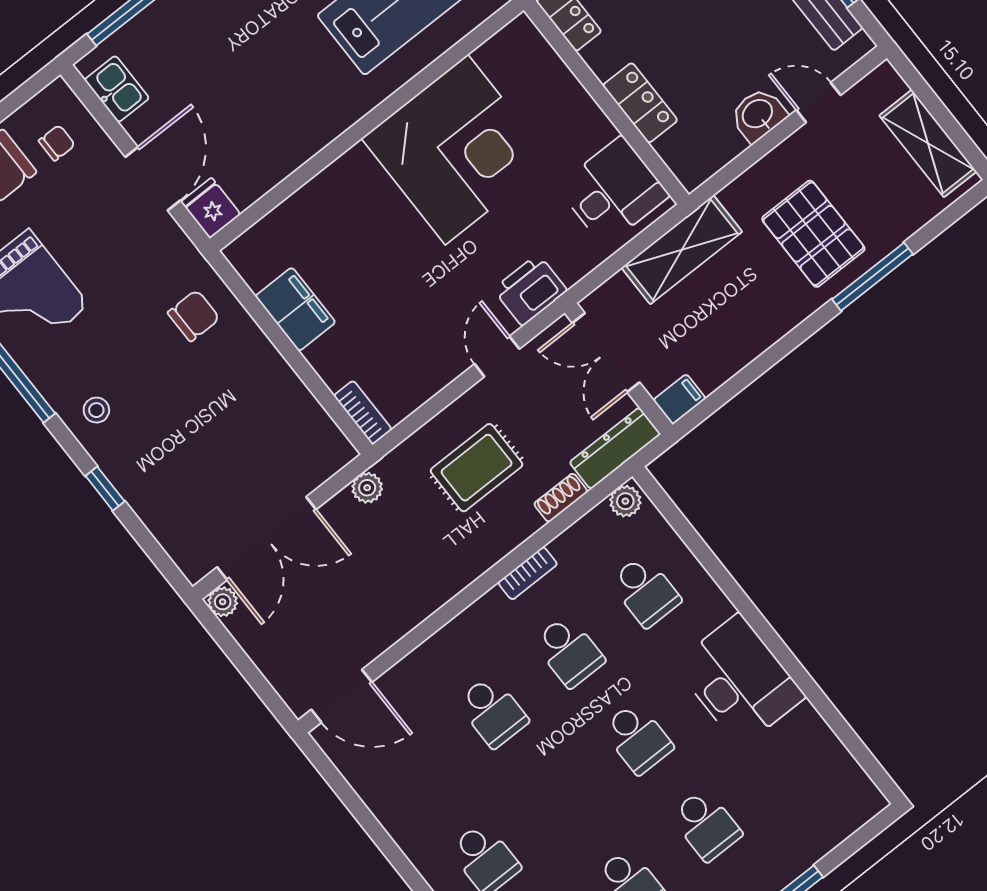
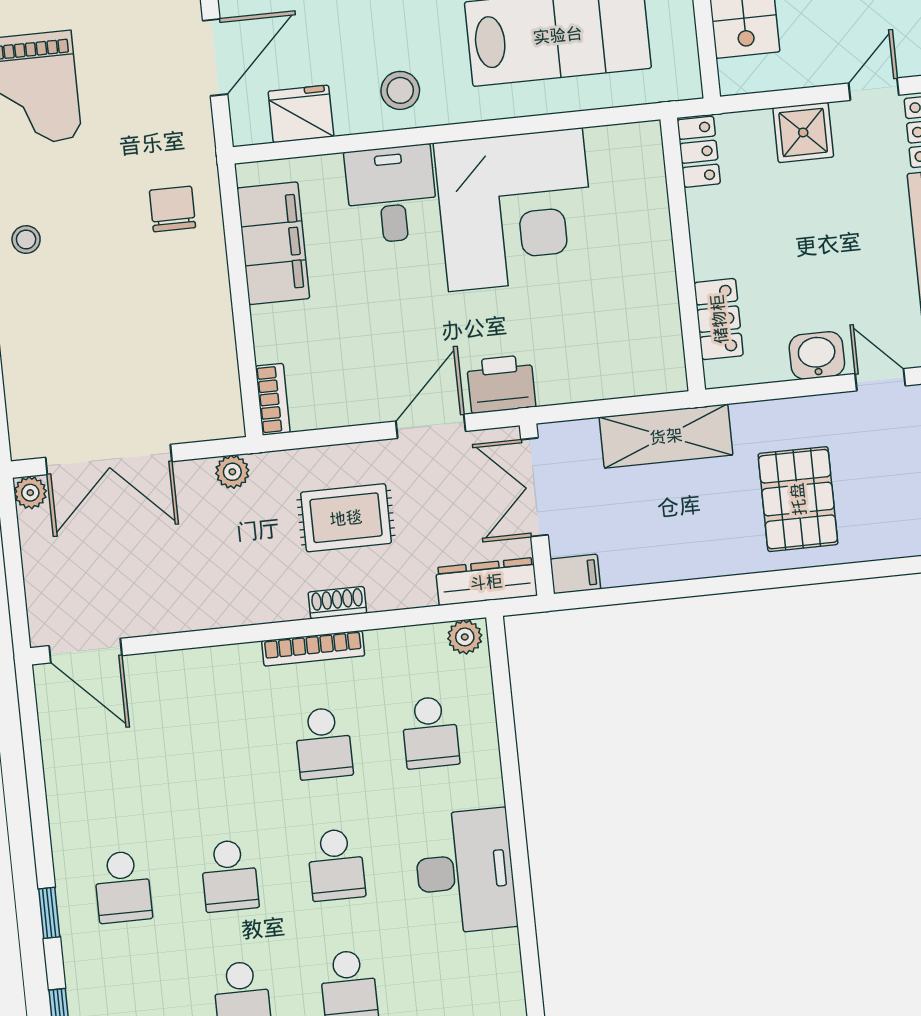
locker: (640, 103) -> (719, 319), moved
stool: (310, 114) -> (400, 90), added
desk: (613, 191) -> (391, 194), moved, turned -90
fridge: (211, 208) -> (301, 114), moved, width x1.38
window: (873, 277) -> (828, 574), removed
filing cabinet: (295, 309) -> (273, 243), width x1.50, depth x1.17
chair: (194, 316) -> (172, 209), turned -90
door: (497, 356) -> (431, 426), width x1.38
shoe rack: (561, 498) -> (337, 603), moved
bookcase: (528, 573) -> (313, 648), width x1.56
school desk: (493, 712) -> (229, 876), moved

